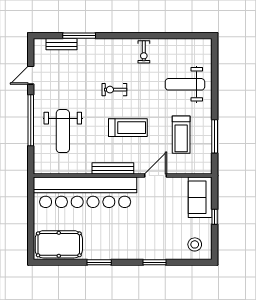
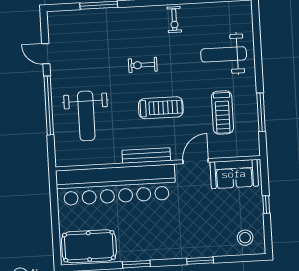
bench: (61, 44) -> (79, 16), removed
door: (31, 75) -> (46, 54), hinge flipped
sofa: (200, 197) -> (234, 174), moved, turned -90

